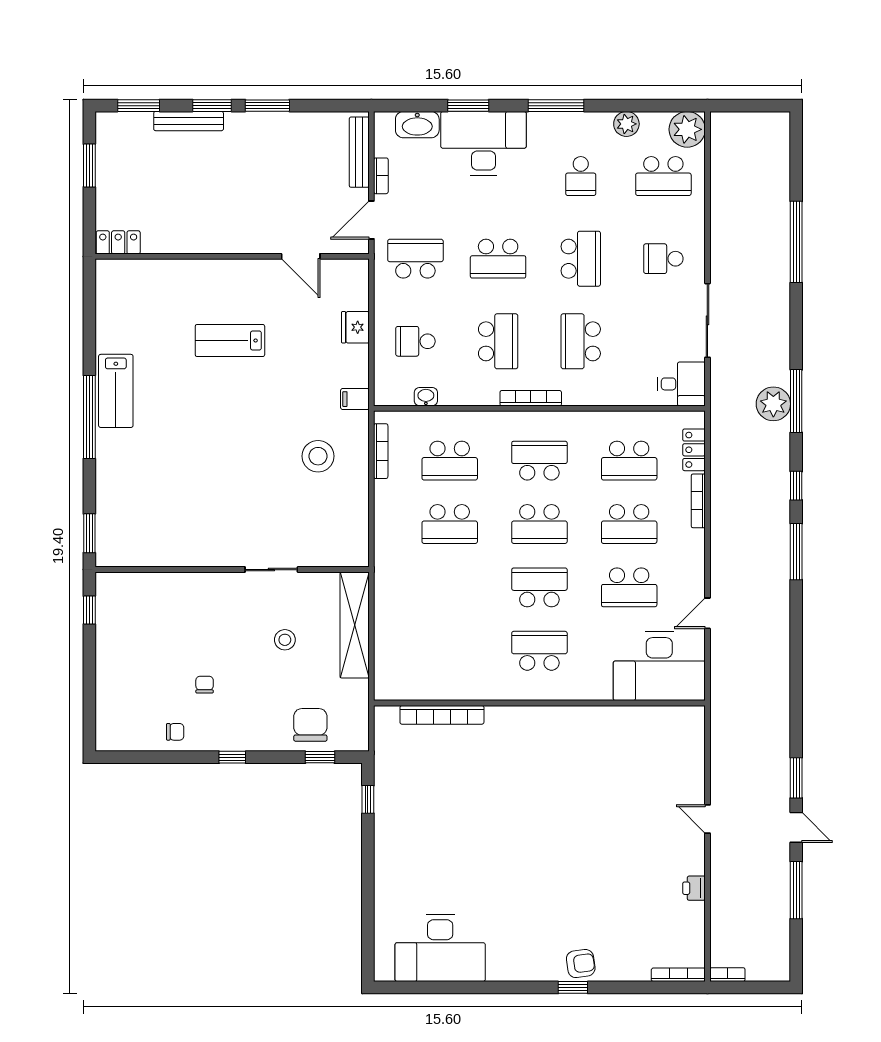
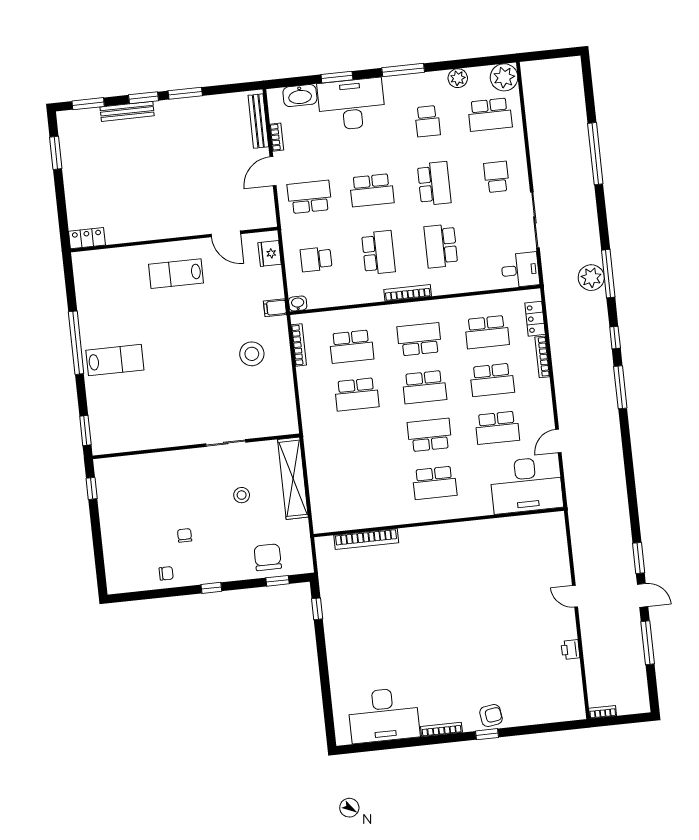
locker: (118, 242) -> (87, 238), moved
wall: (232, 256) -> (174, 239), moved
door: (301, 256) -> (226, 234), moved
school desk: (663, 259) -> (497, 177), turned 90
lab bench: (116, 391) -> (115, 360), moved, turned -90
washbasin: (426, 397) -> (298, 303), moved
school desk: (539, 651) -> (435, 483), turned 180
bookcase: (678, 975) -> (441, 729), moved

